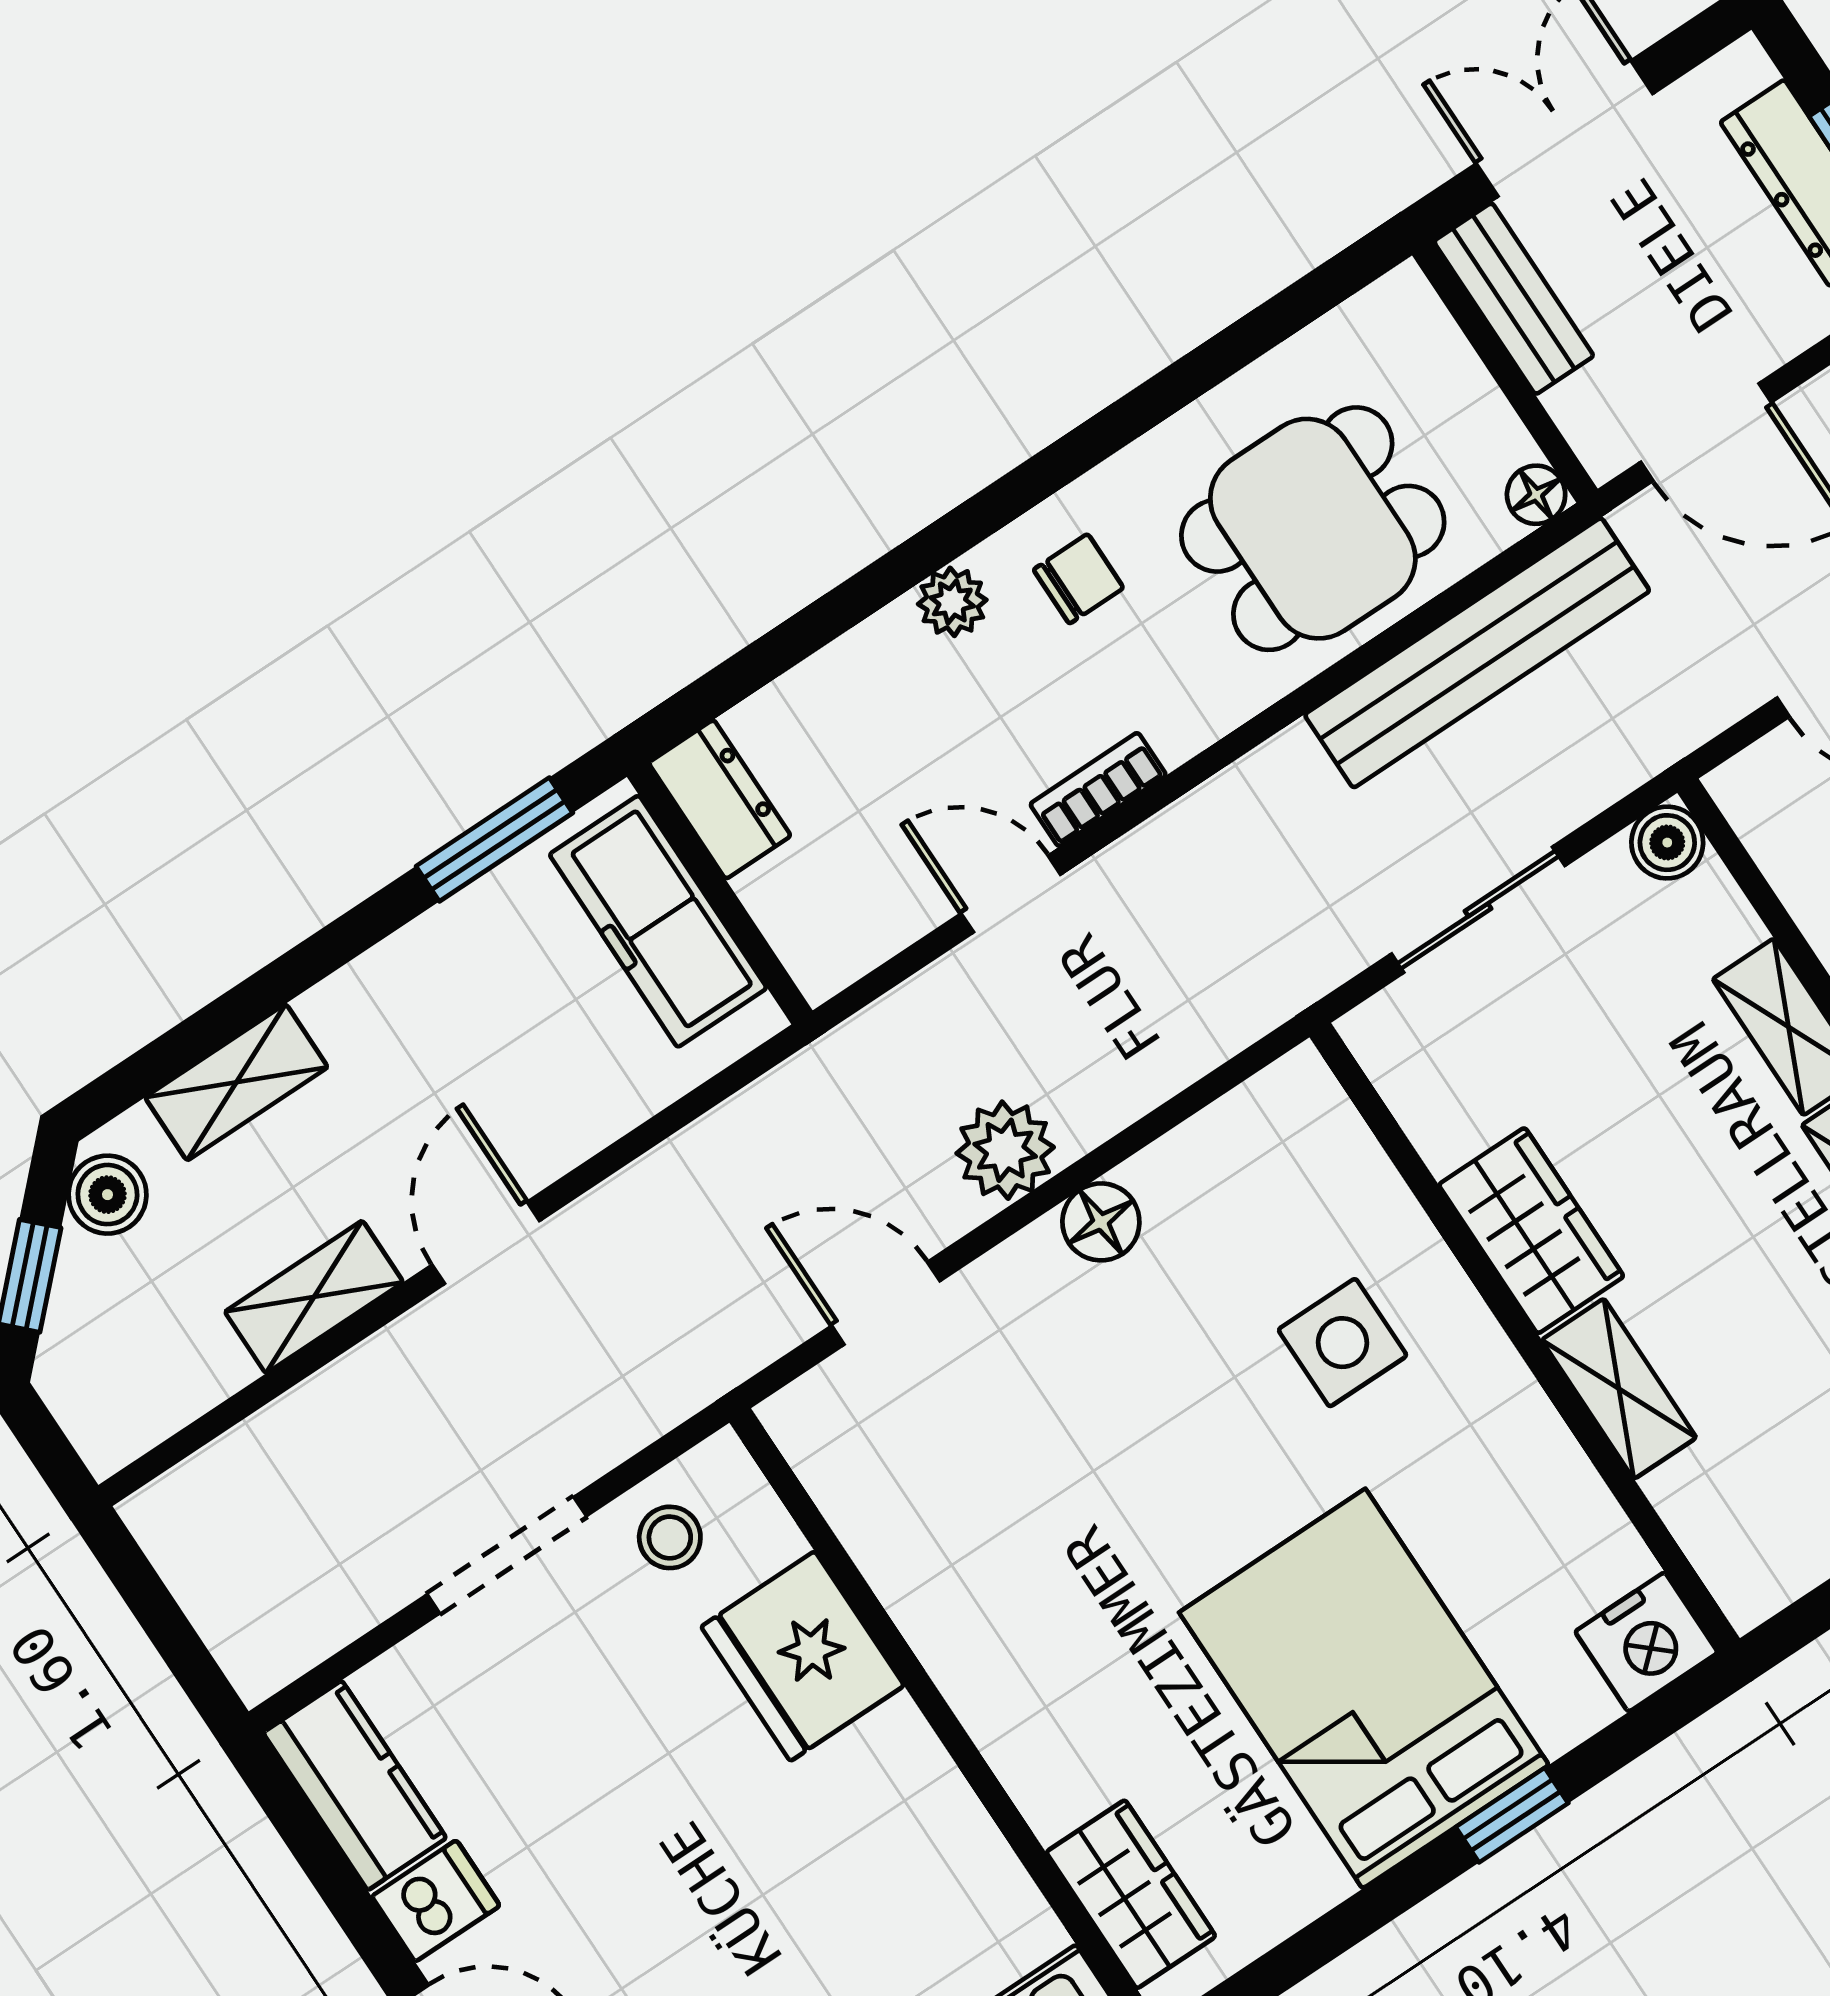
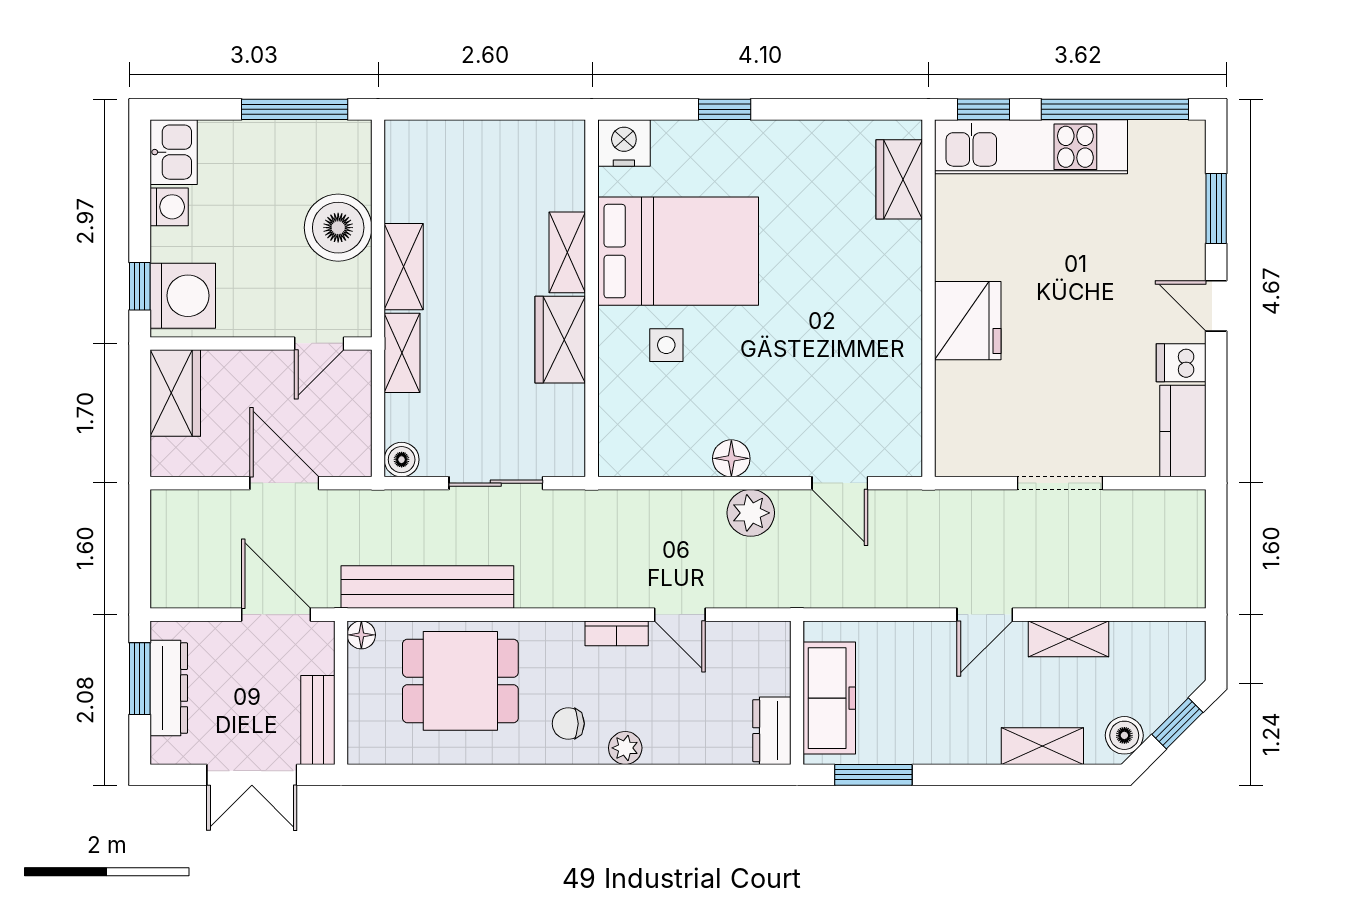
side table: (1343, 1343) -> (666, 345), width x0.73, depth x0.73
stool: (670, 1537) -> (990, 447), removed
fridge: (803, 1656) -> (968, 321), moved
bed: (1364, 1689) -> (678, 251), moved, turned -90

